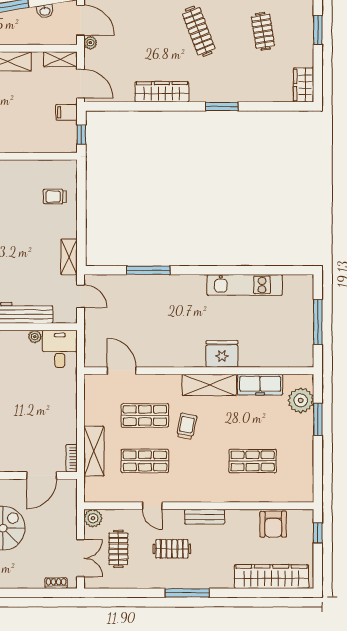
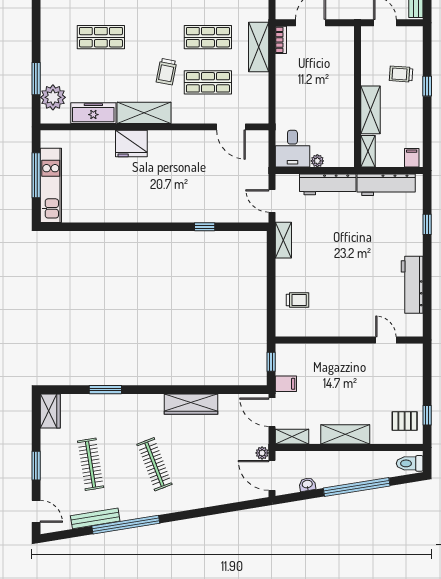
clothes rail: (263, 31) -> (91, 464), width x1.36
window: (222, 106) -> (105, 390), moved
window: (148, 270) -> (205, 227), width x0.46
kitchen unit: (245, 285) -> (51, 185), moved, turned 90

